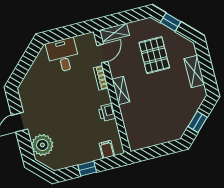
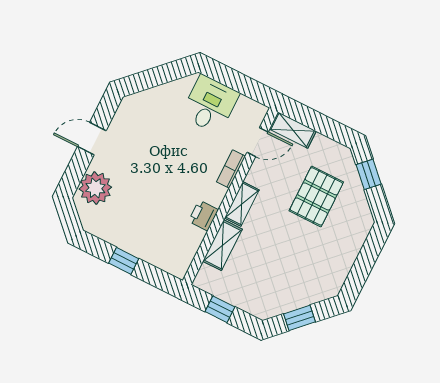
shelving: (194, 71) -> (222, 245), moved
filing cabinet: (107, 149) -> (166, 258), removed
window: (155, 151) -> (220, 309), added

